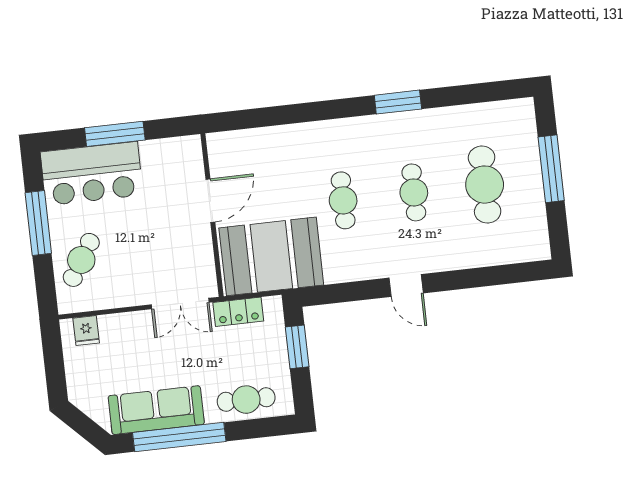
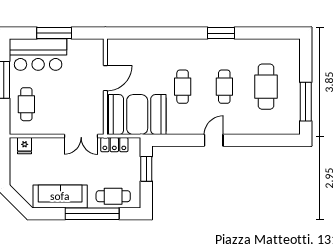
window: (551, 169) -> (306, 102), moved
cafe table: (81, 260) -> (26, 104), turned -32
door: (406, 285) -> (214, 140), swing flipped
window: (179, 437) -> (92, 214), moved

